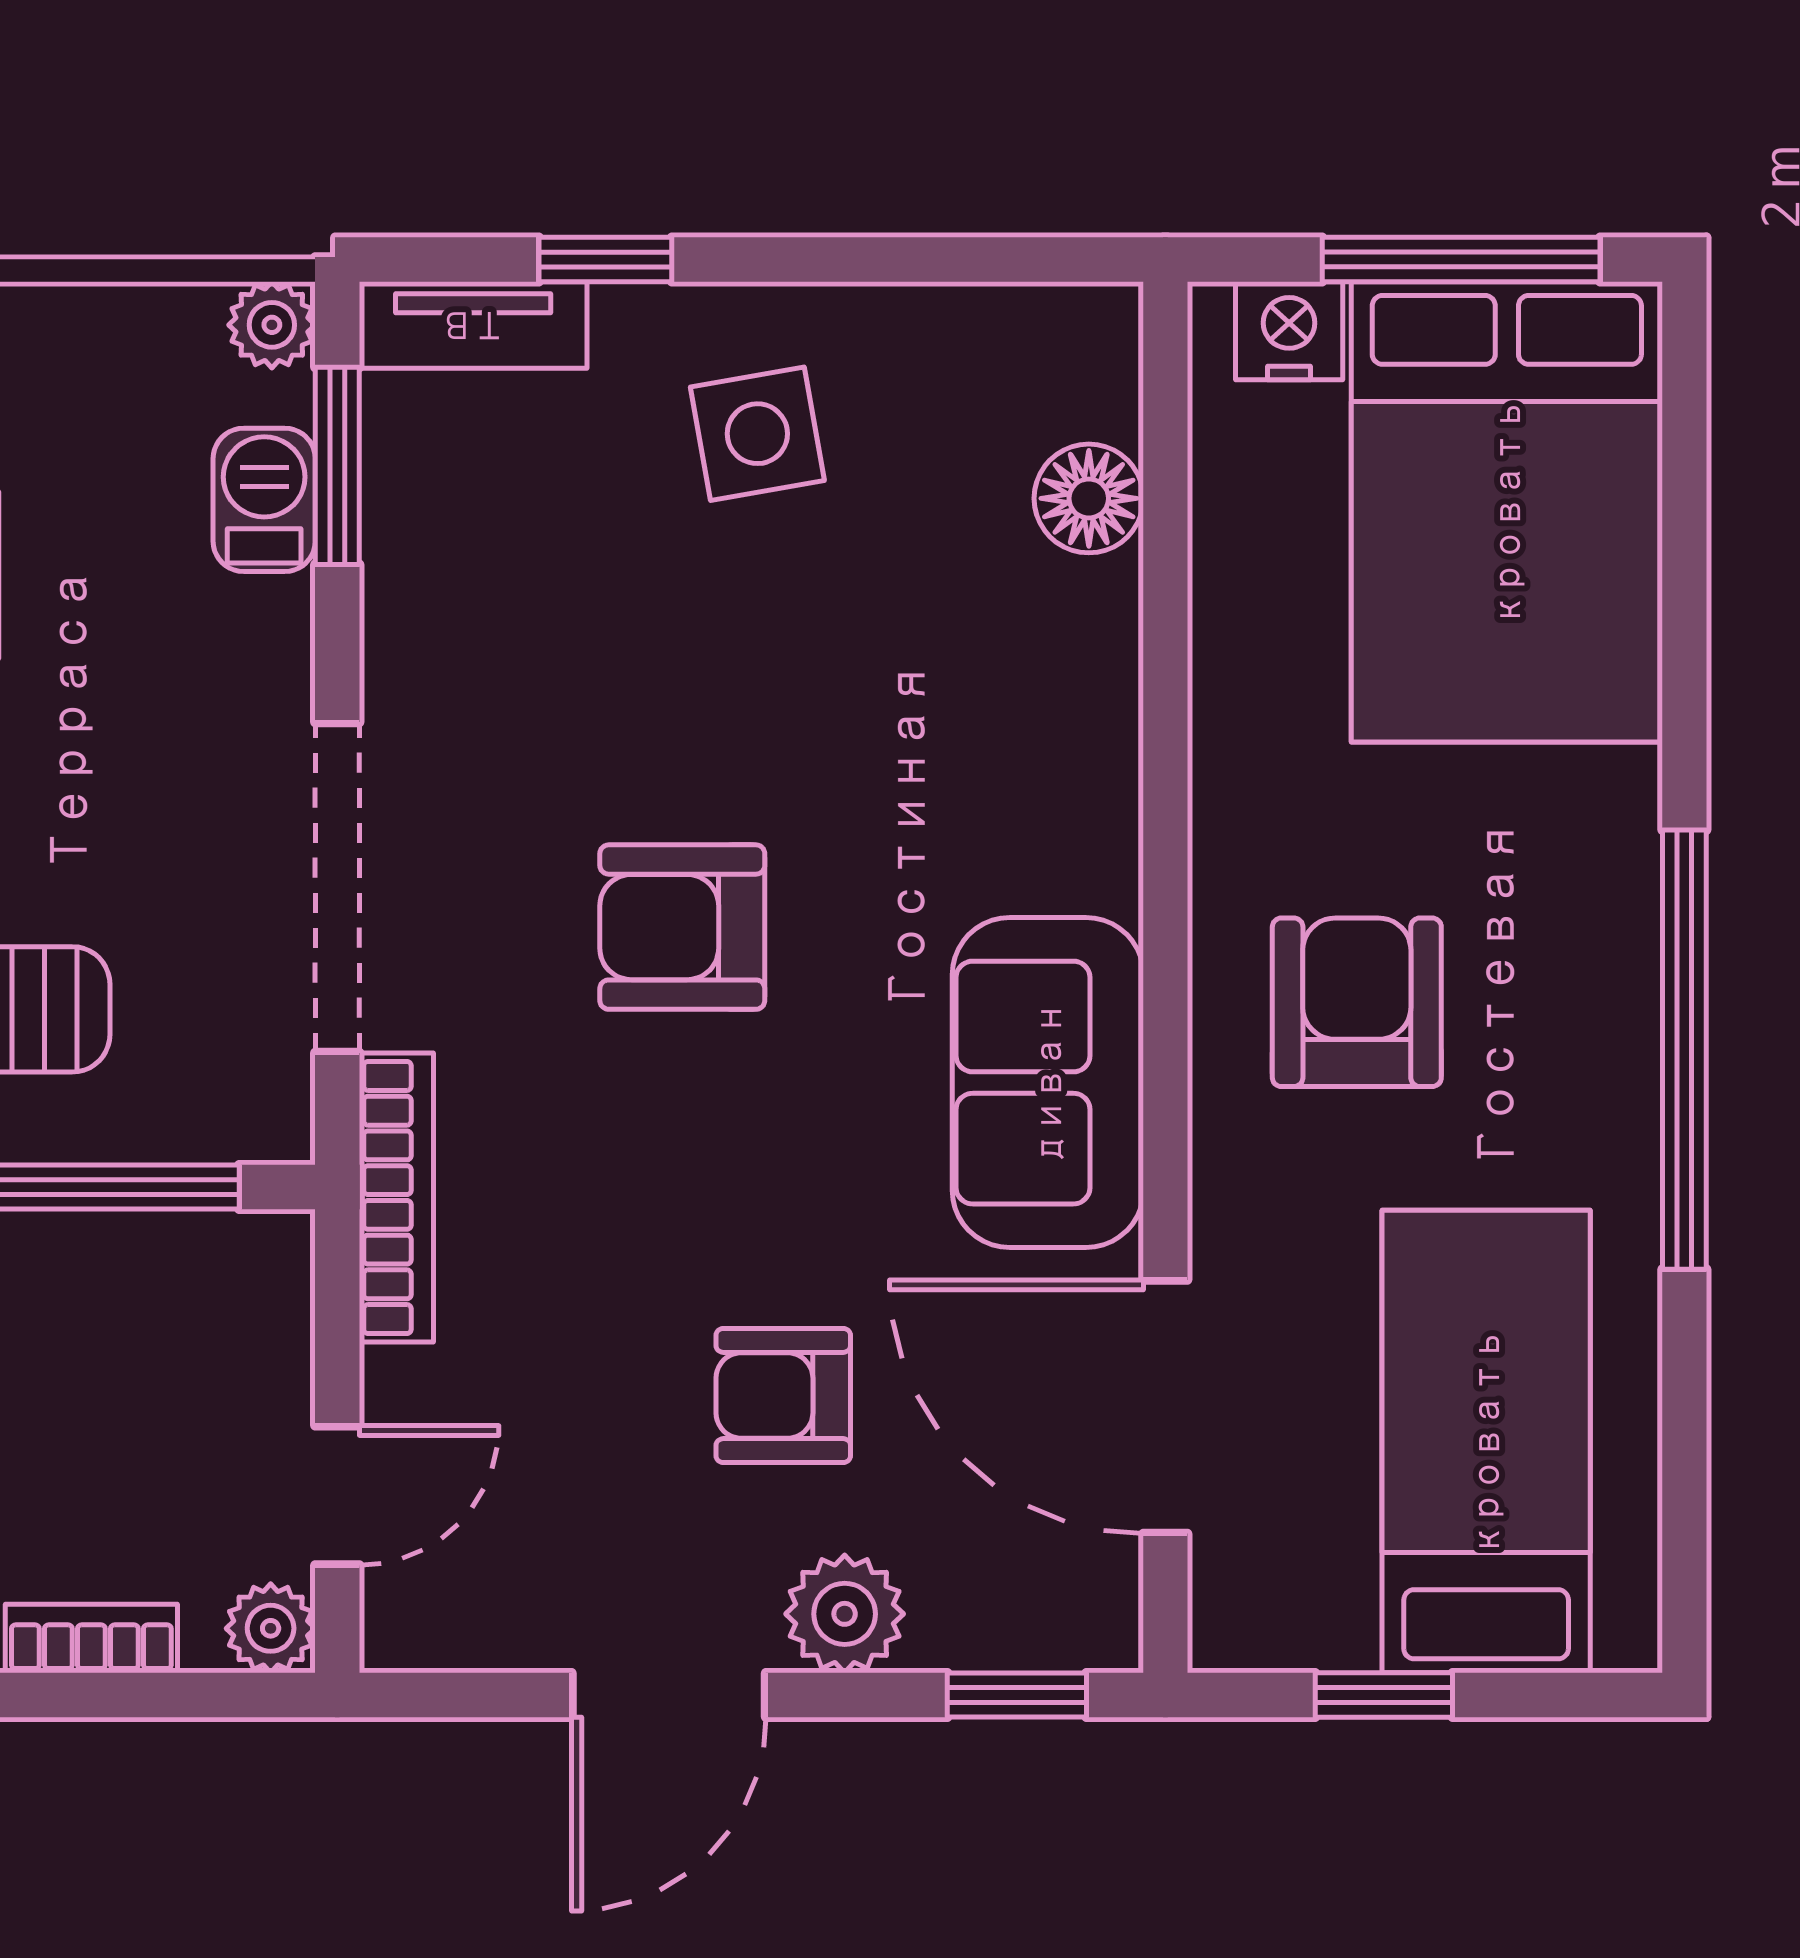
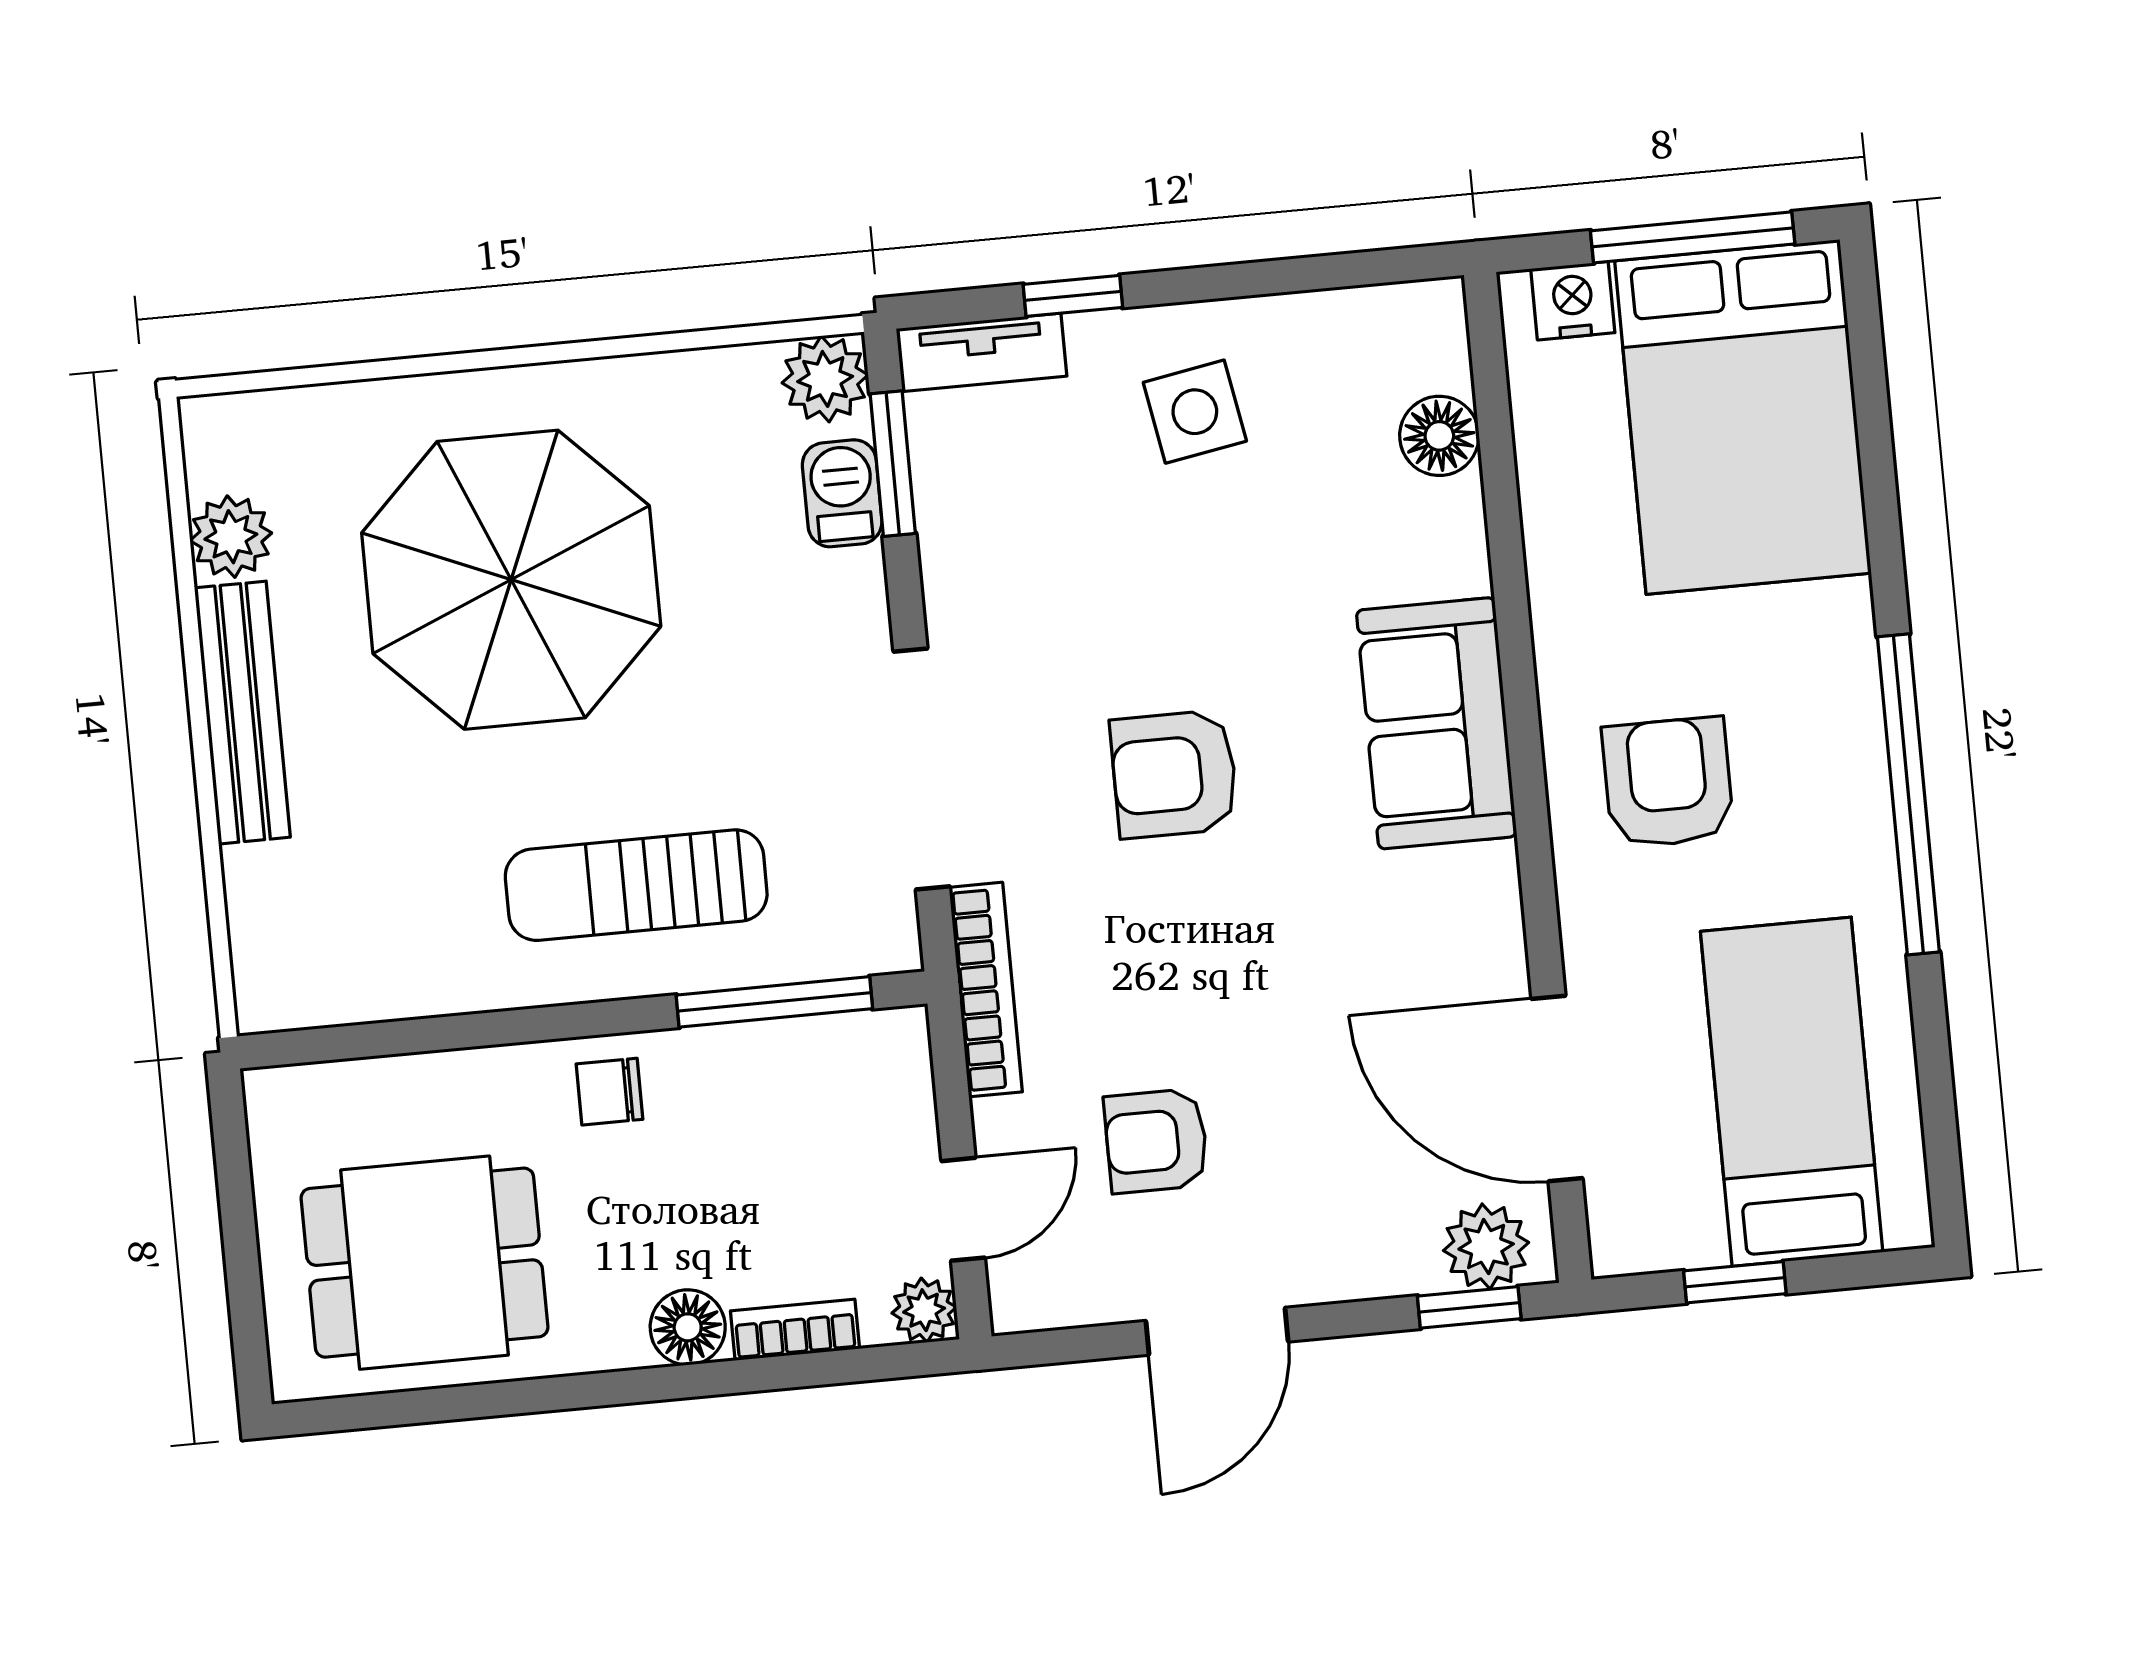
plant: (272, 325) -> (825, 379), width x1.38, depth x1.38
sofa: (1048, 1083) -> (1437, 723), moved
armchair: (783, 1395) -> (1156, 1141), moved
plant: (845, 1614) -> (1486, 1246), moved

